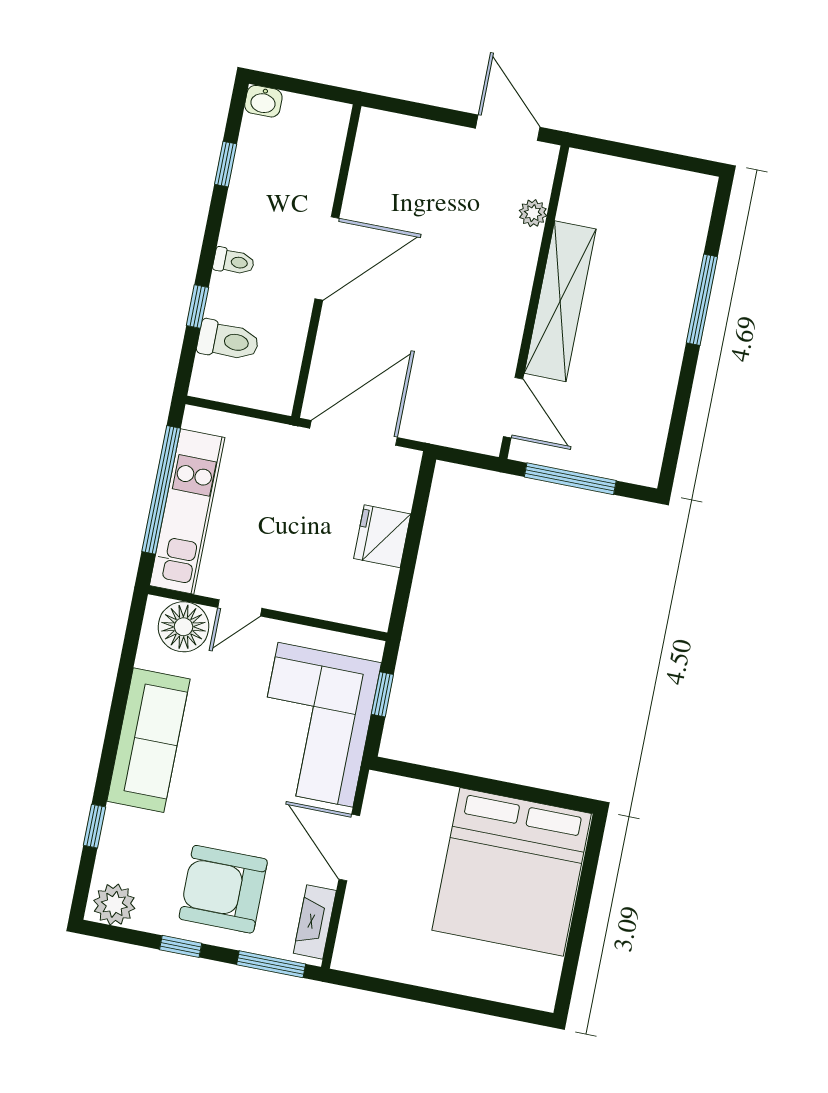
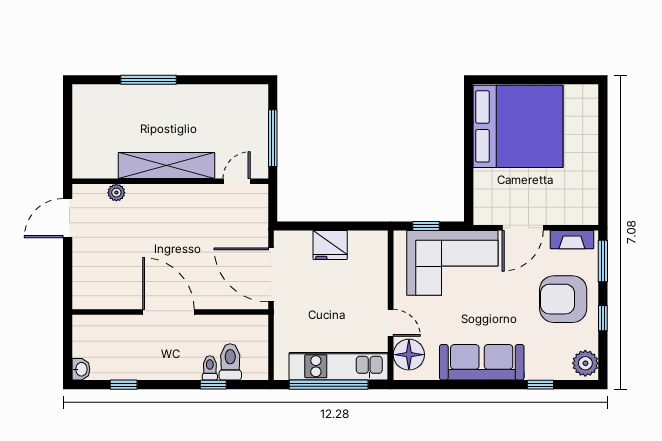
toilet: (234, 262) -> (210, 368), moved
door: (513, 408) -> (237, 181), width x0.73
armchair: (223, 889) -> (563, 299), turned 90

